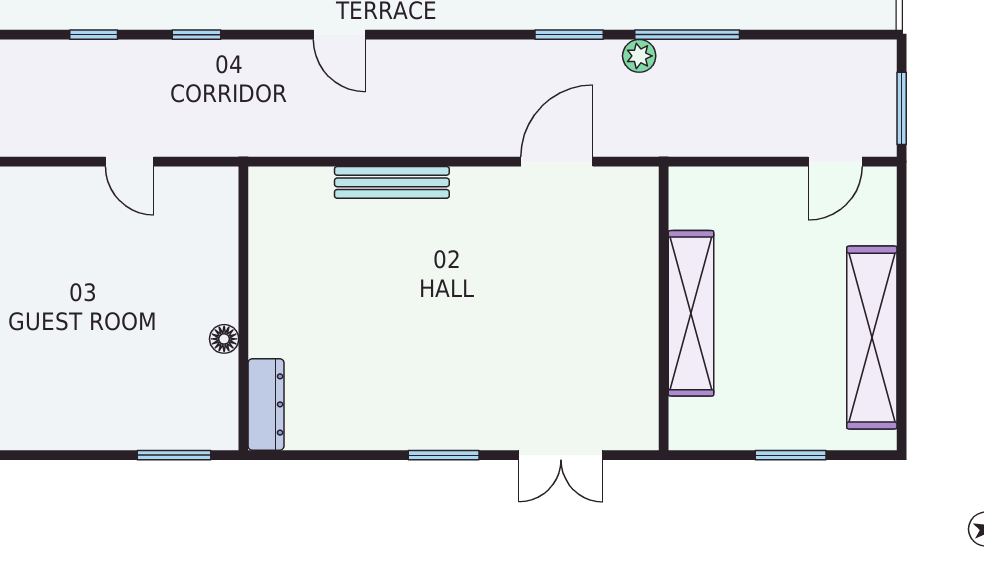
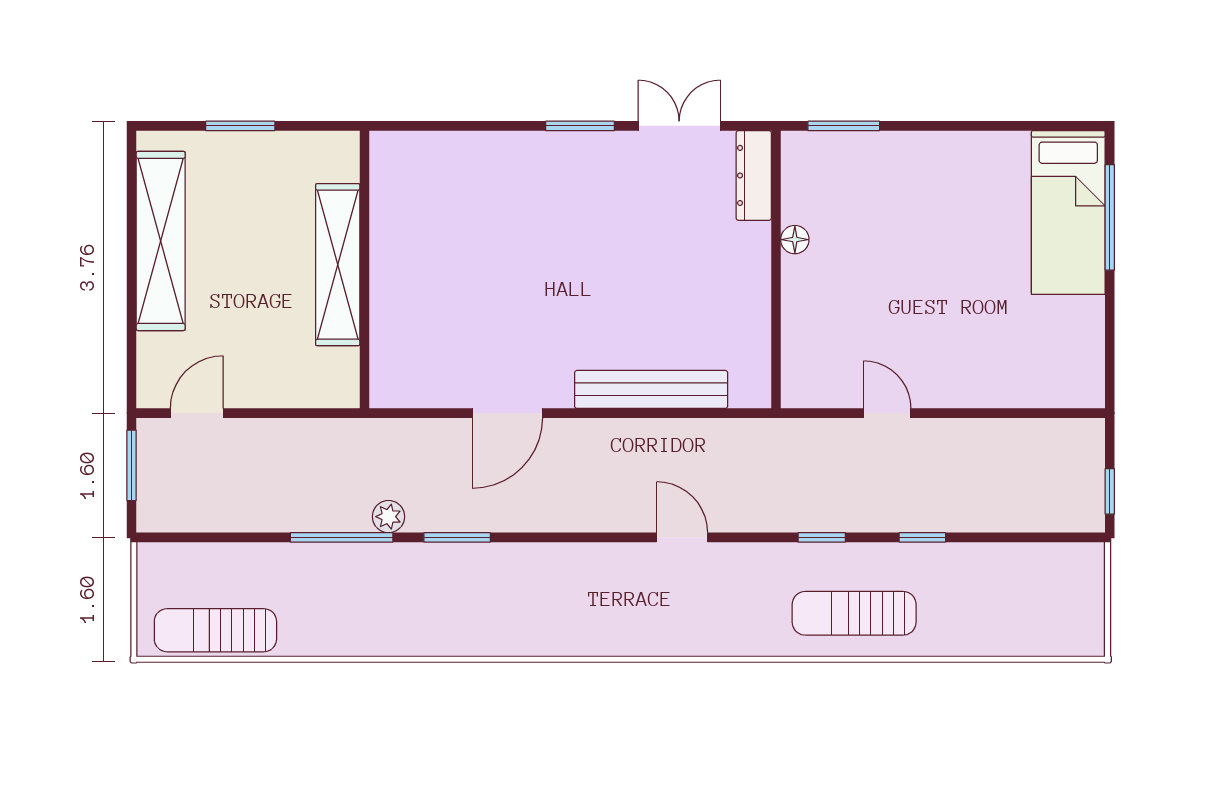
door: (557, 162) -> (507, 413), moved
bench: (392, 182) -> (651, 389), width x1.37, depth x1.21
double door: (561, 455) -> (679, 126), moved

